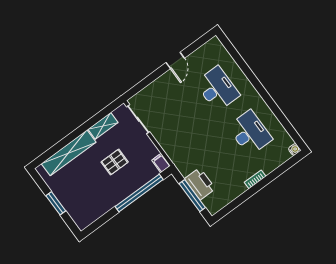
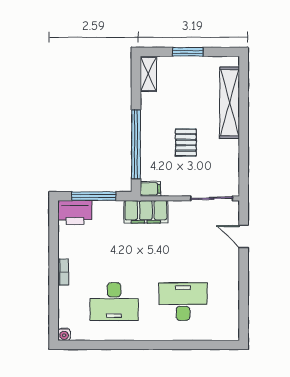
door: (175, 60) -> (244, 237), moved
desk: (218, 89) -> (183, 302), turned 180
shelving: (103, 126) -> (148, 74), moved
filing cabinet: (178, 155) -> (146, 212), added
printer: (200, 184) -> (75, 213), moved

